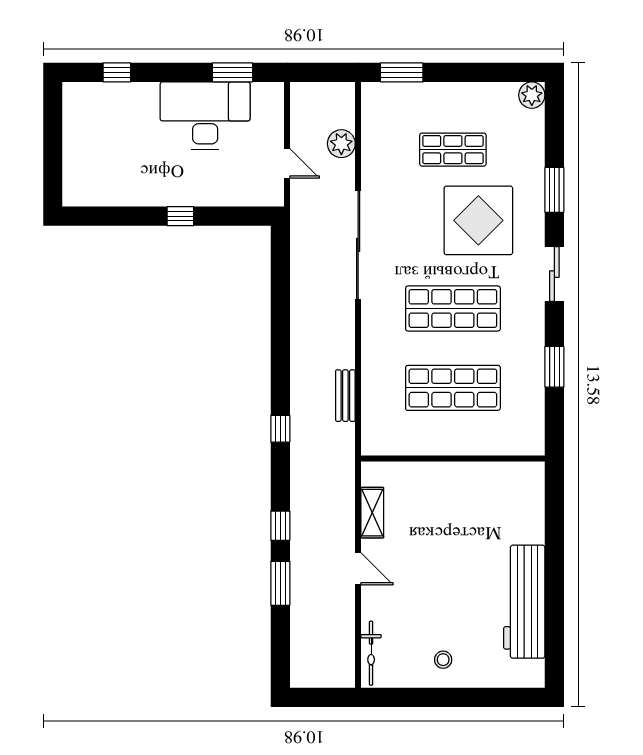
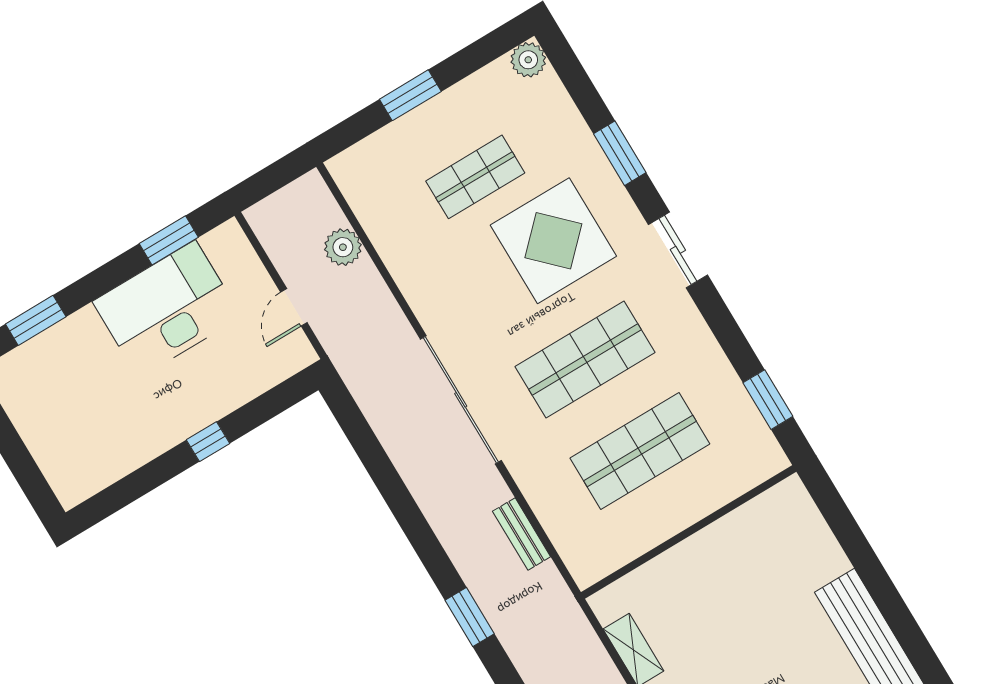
window: (117, 72) -> (36, 320), width x1.50
window: (402, 72) -> (410, 95), moved
door: (287, 163) -> (294, 307), swing flipped
sliding door: (358, 245) -> (461, 400), moved
window: (554, 367) -> (768, 400), moved
window: (280, 429) -> (470, 617), width x1.50

